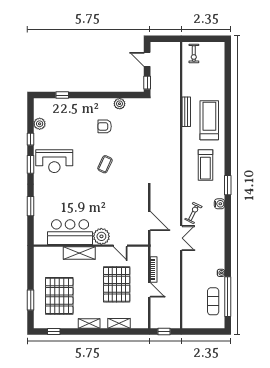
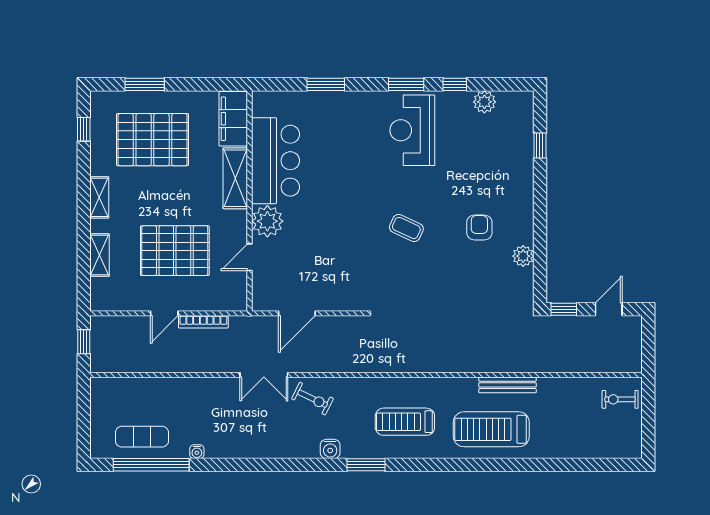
treadmill: (209, 120) -> (491, 429), turned 180
filing cabinet: (48, 254) -> (233, 119), added

